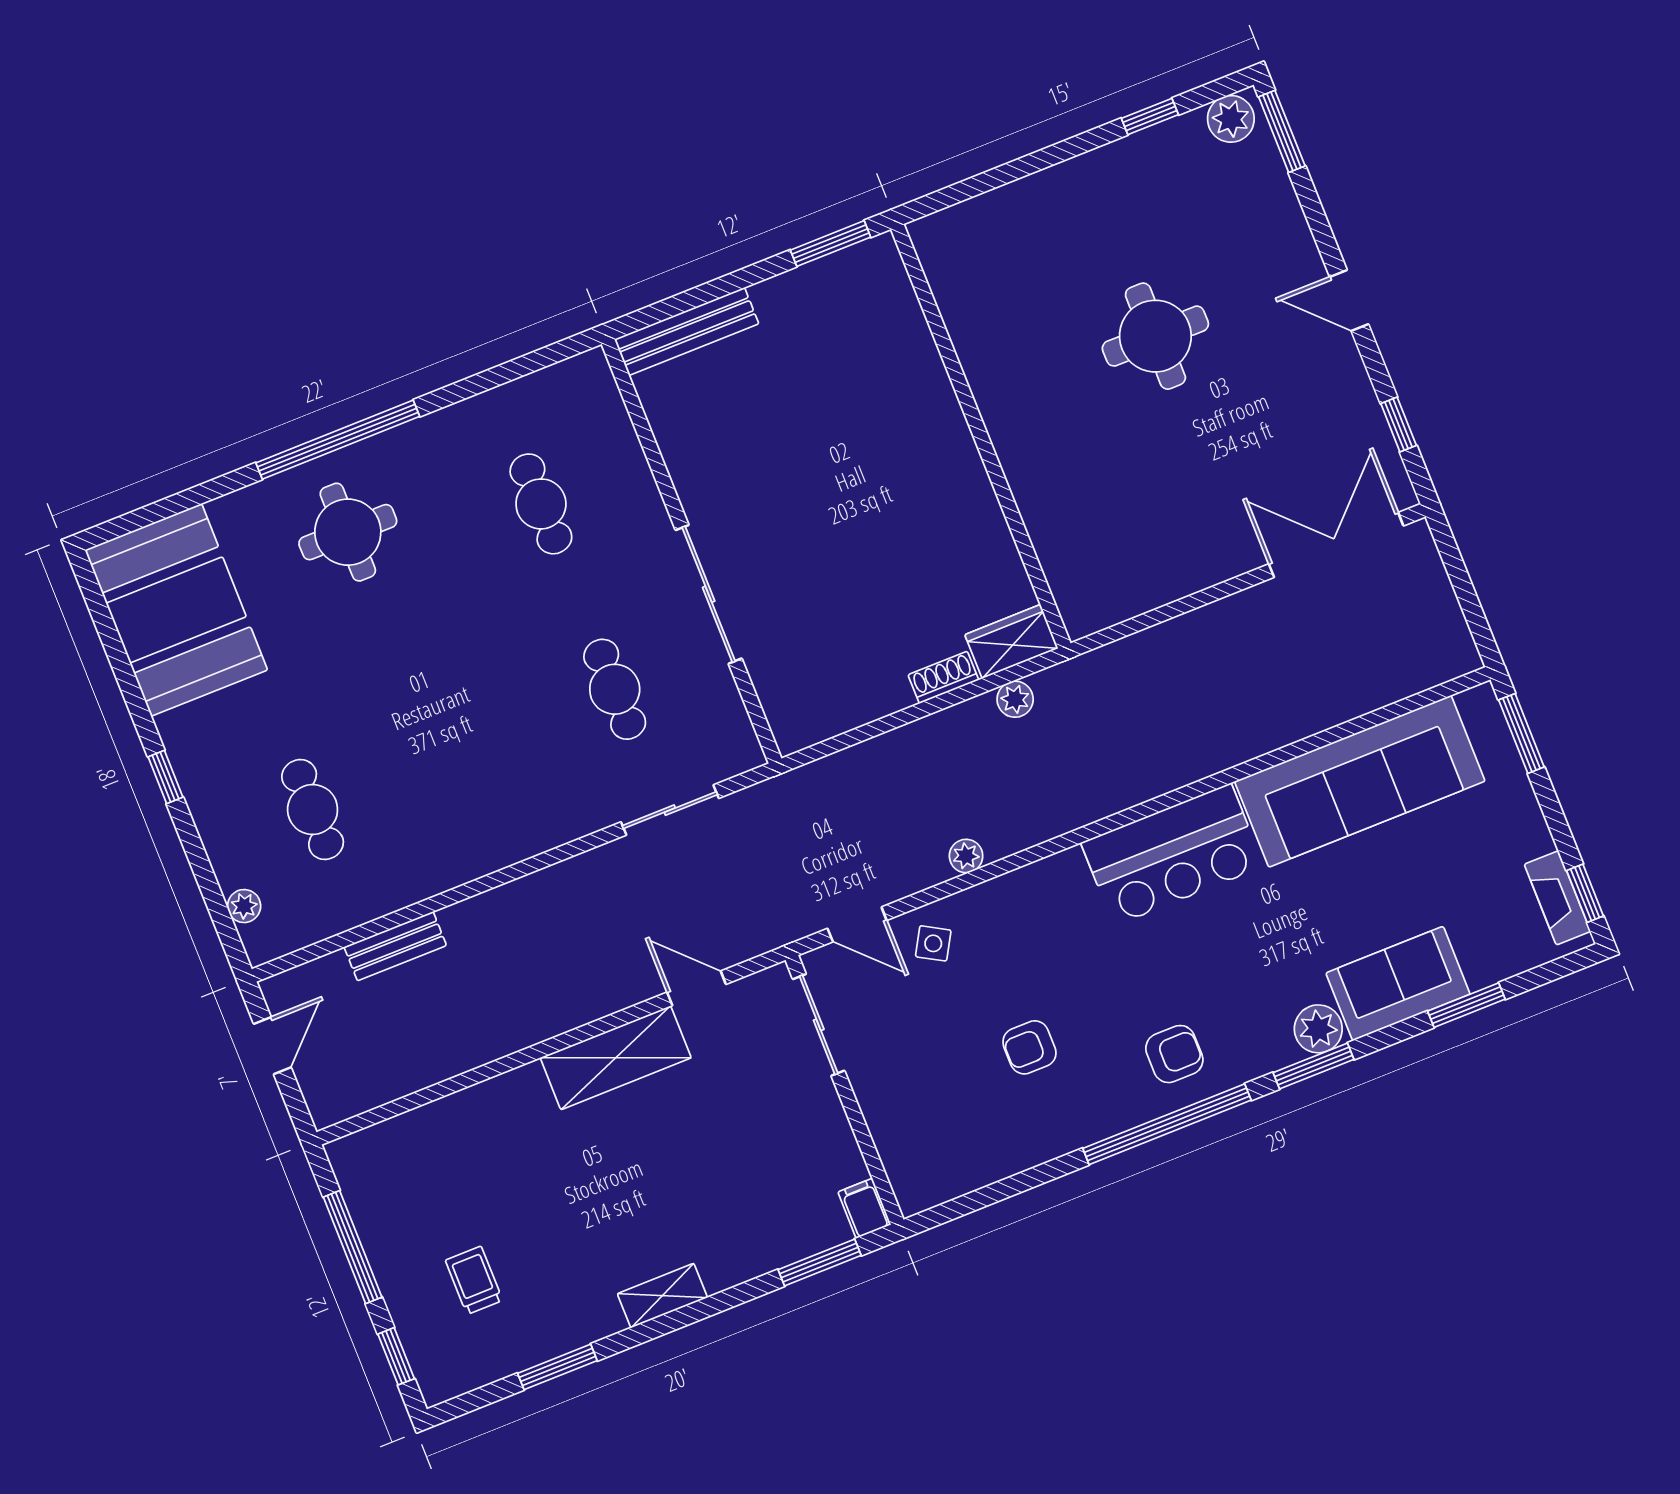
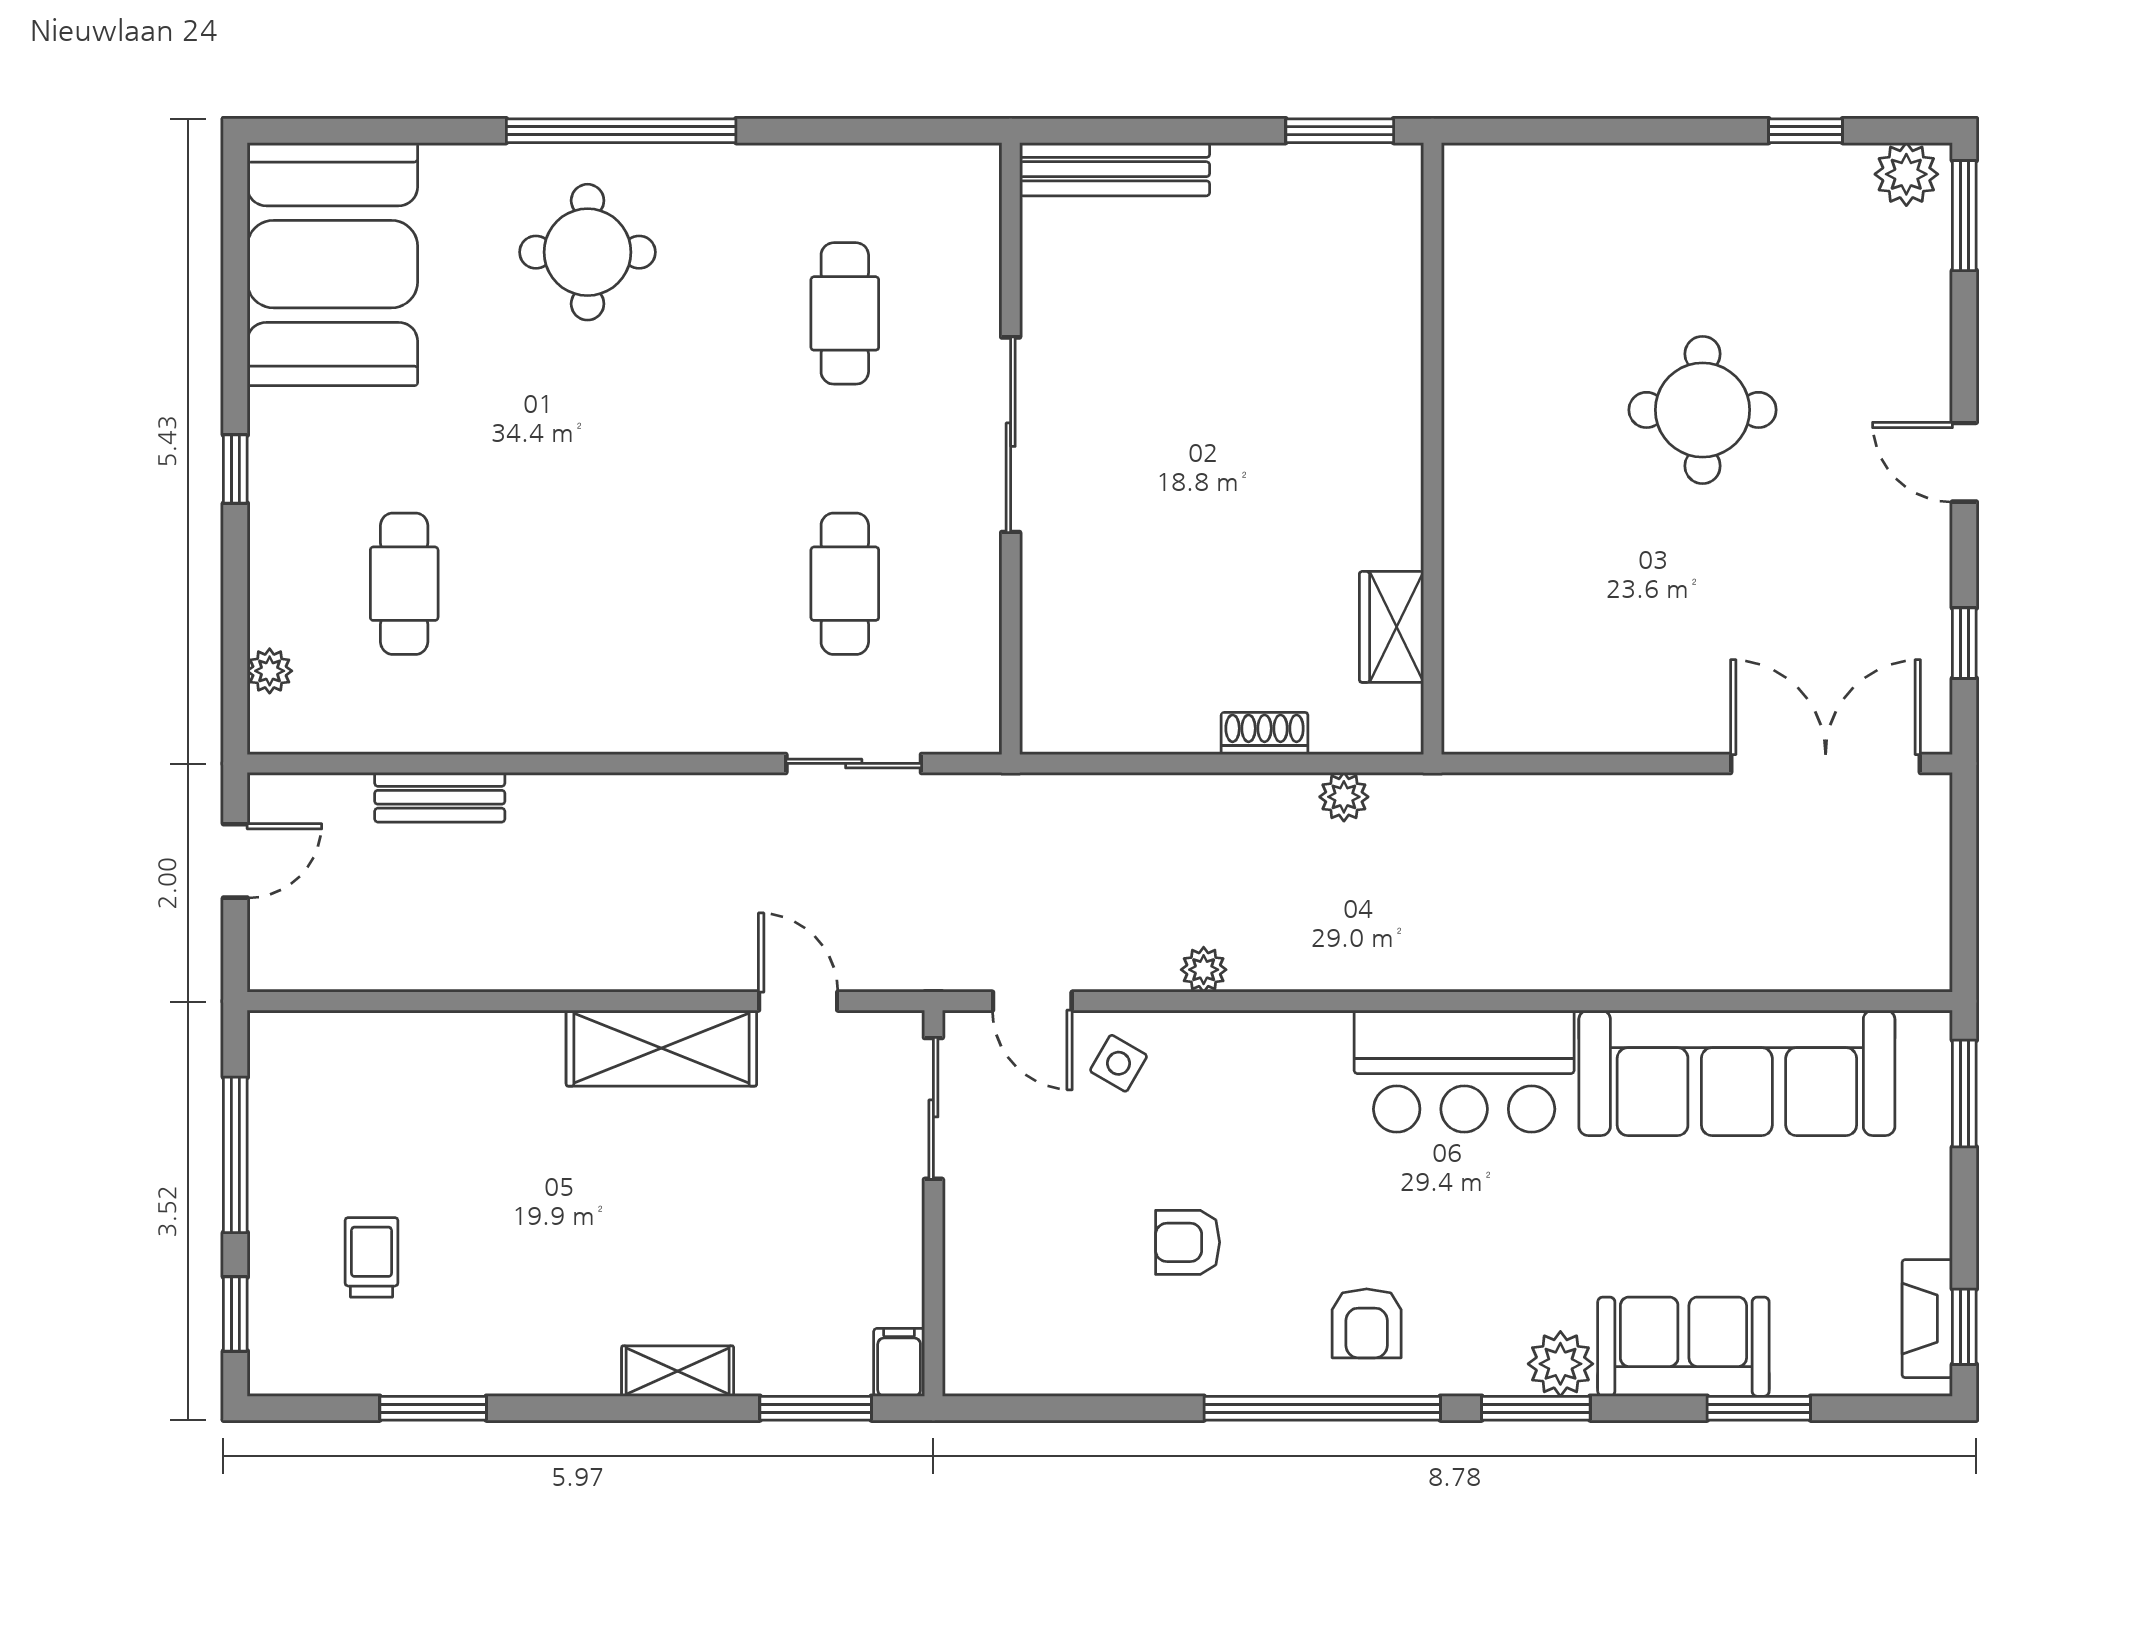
sliding door: (709, 594) -> (1011, 435), moved
wardrobe: (1011, 642) -> (1391, 627), moved, turned -90
armchair: (1174, 1054) -> (1367, 1323), turned 90
shelving: (662, 1296) -> (678, 1371), moved

